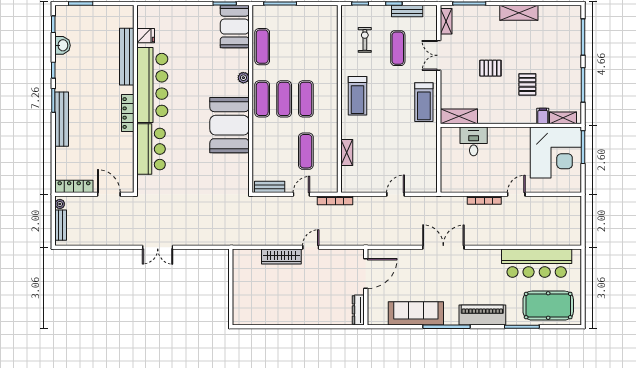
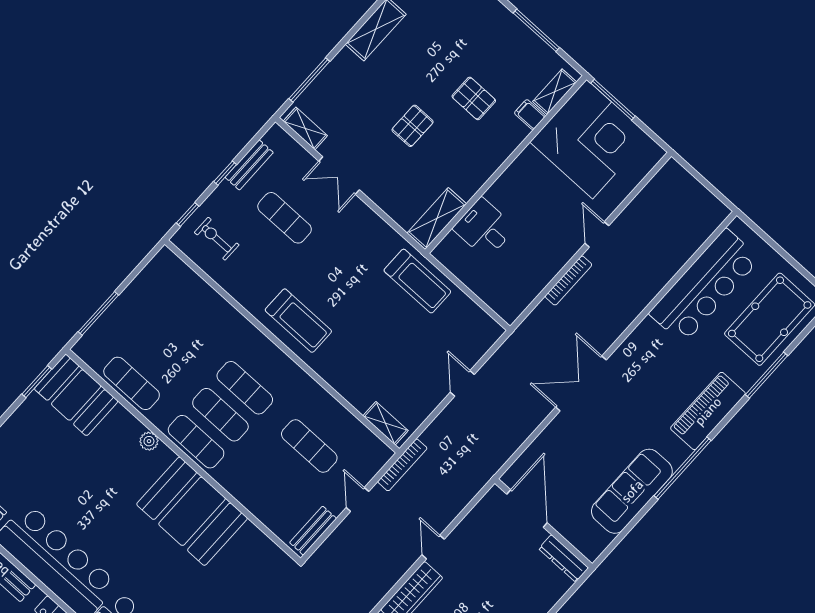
exercise bike: (365, 40) -> (217, 239), moved
treadmill: (424, 102) -> (417, 281), moved
shelving: (347, 153) -> (386, 423), moved

